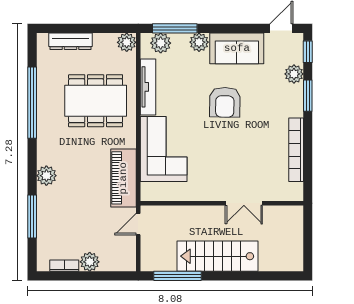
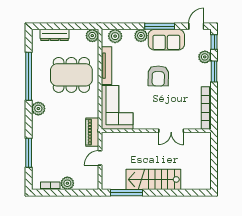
window: (175, 28) -> (160, 26), moved
plant: (46, 176) -> (38, 109), moved
piano: (123, 178) -> (92, 132), width x0.73, depth x0.75
wall: (222, 203) -> (156, 131), moved
double door: (244, 203) -> (171, 131), moved

